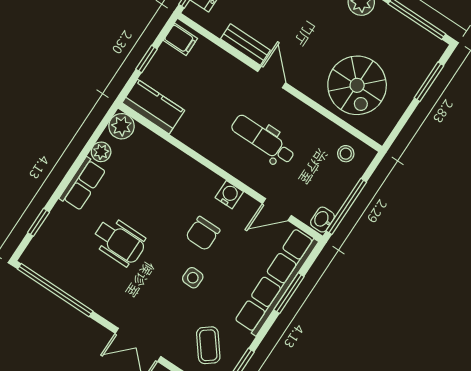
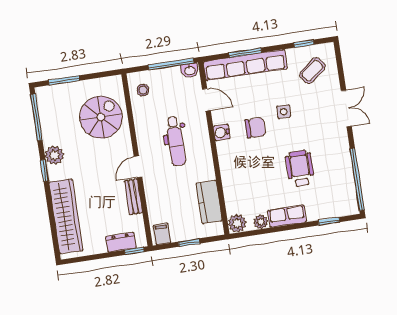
kitchen counter: (153, 107) -> (209, 202), moved

